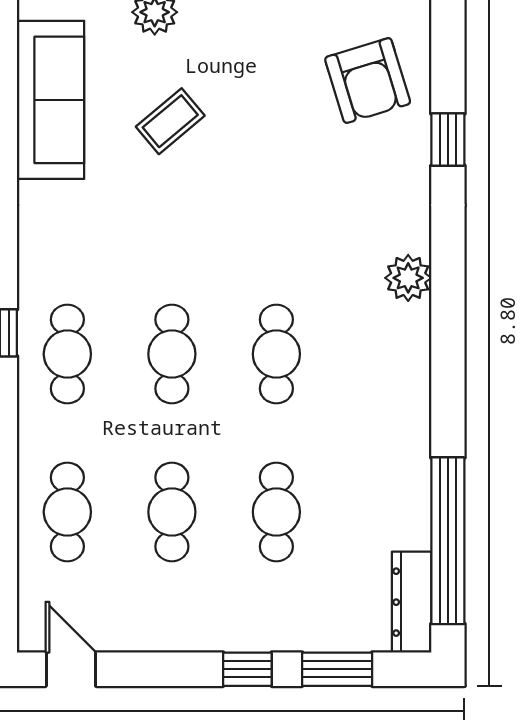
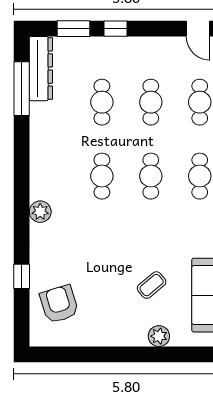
window: (448, 541) -> (22, 89), width x0.68
dresser: (412, 602) -> (41, 69), width x1.37, depth x1.24

